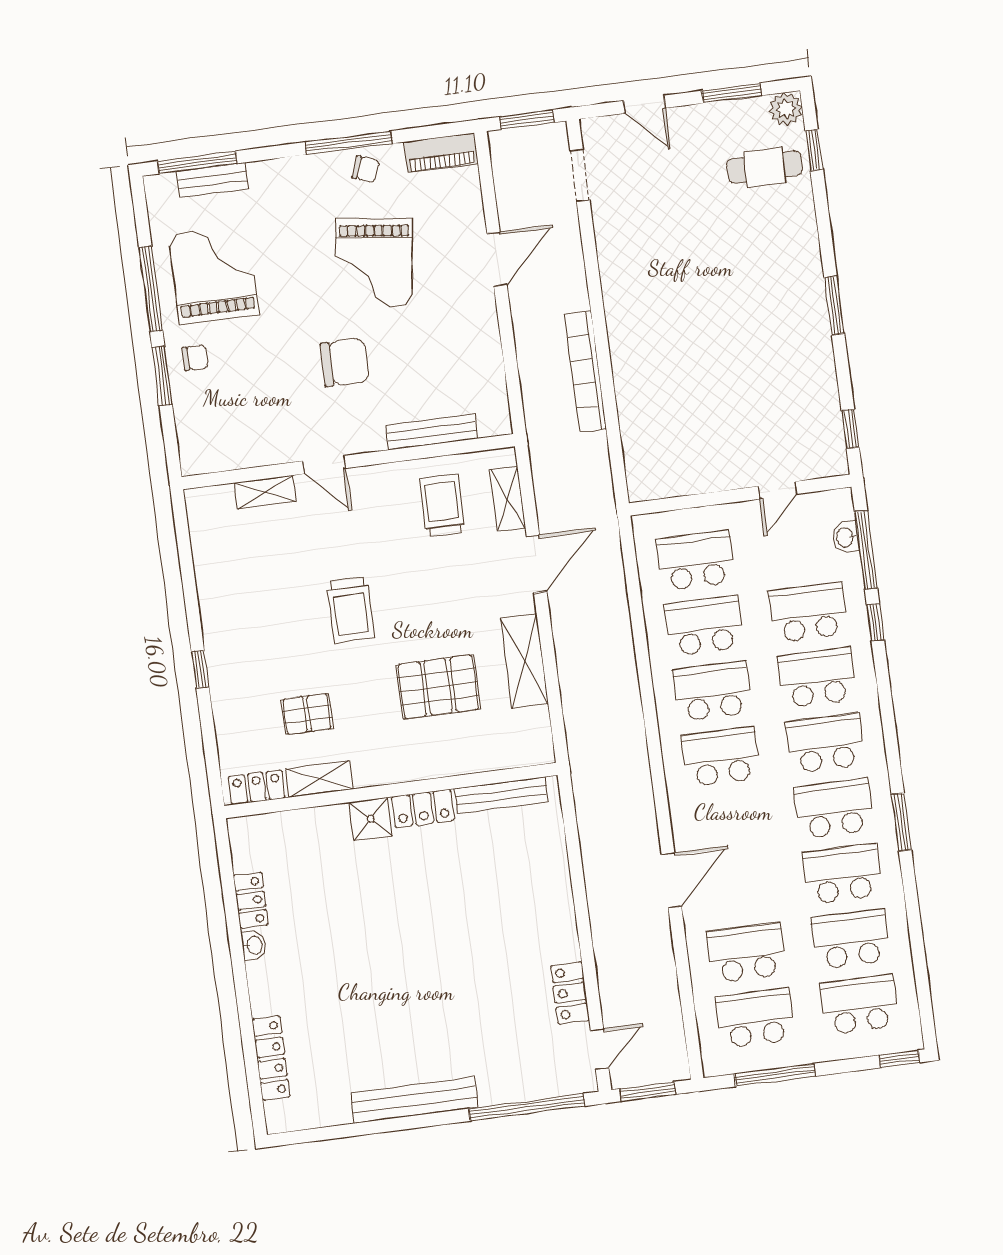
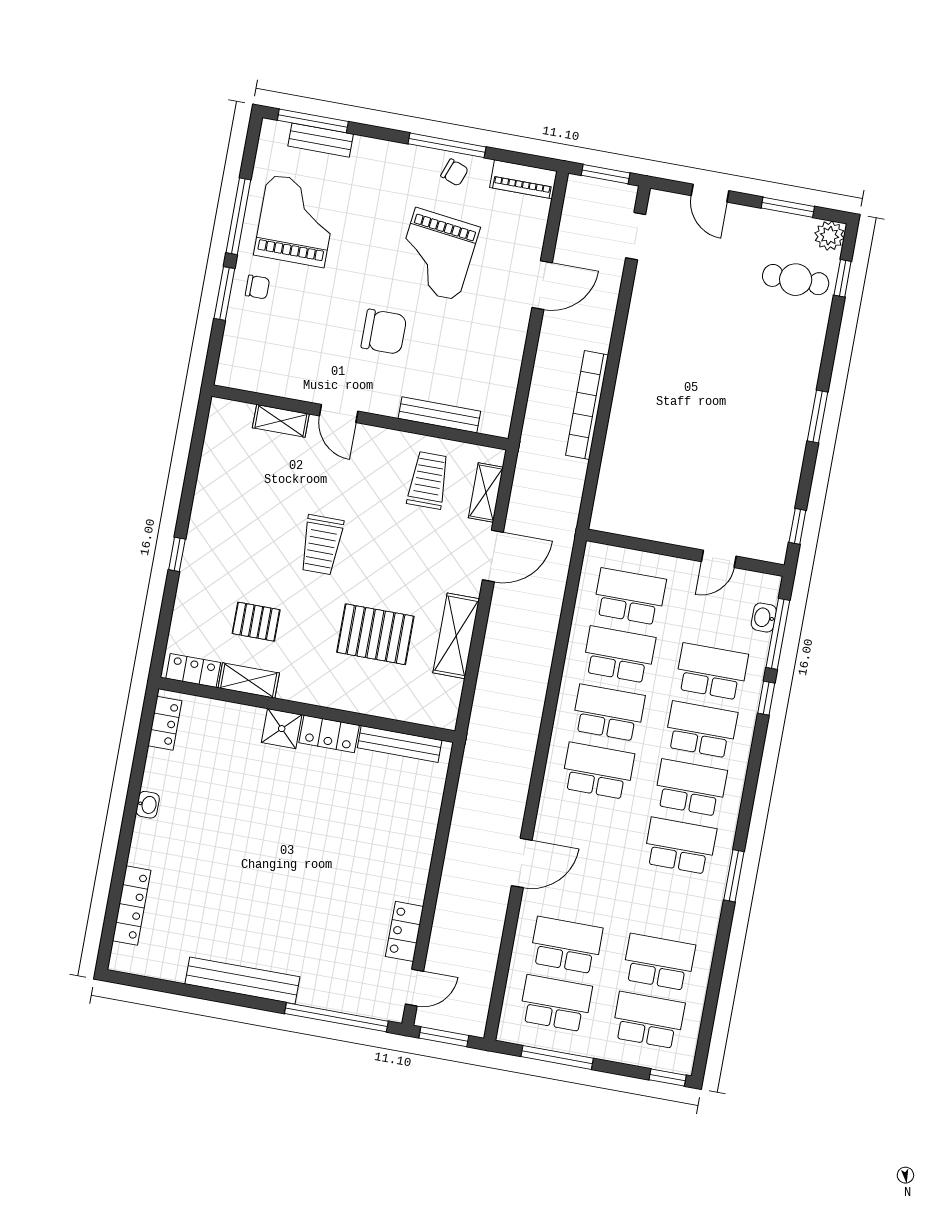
school desk: (842, 874) -> (669, 904), removed
locker: (251, 900) -> (165, 723), moved

